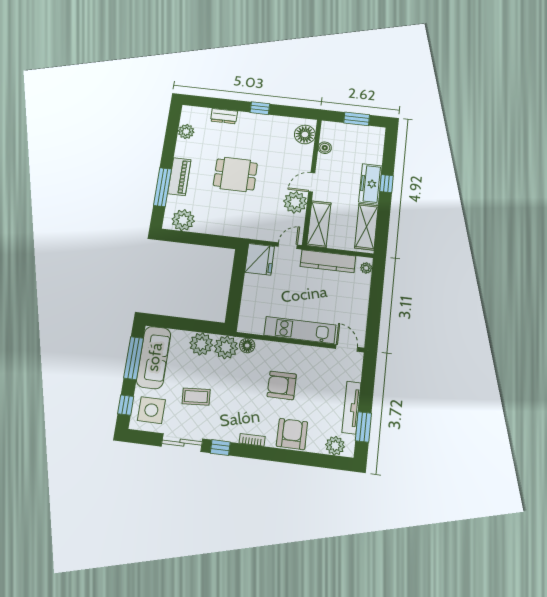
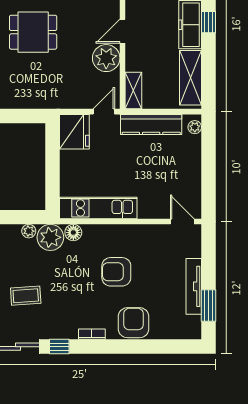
shelving: (319, 224) -> (133, 91), width x0.67, depth x0.75
kitchen unit: (300, 330) -> (98, 208), moved
plant: (201, 344) -> (29, 231), width x0.53, depth x0.53
plant: (335, 446) -> (181, 329), removed

